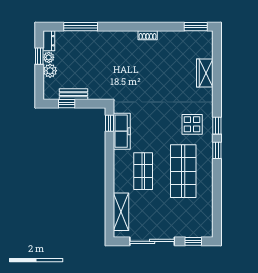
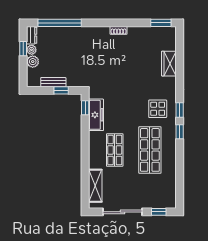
window: (81, 27) -> (60, 23), width x1.46
window: (67, 104) -> (61, 90), moved

